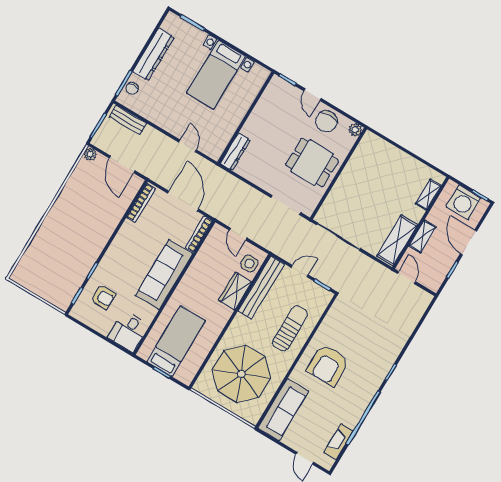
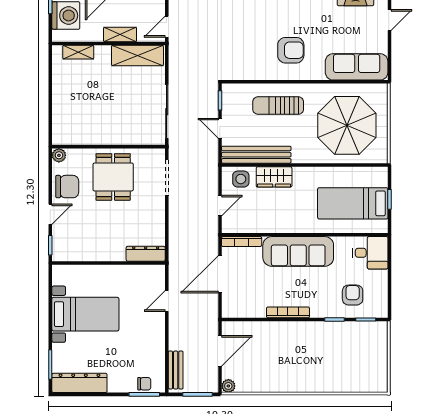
dresser: (153, 54) -> (79, 383), moved
bookcase: (141, 203) -> (288, 312), moved
armchair: (328, 365) -> (291, 50), width x0.73, depth x0.73

